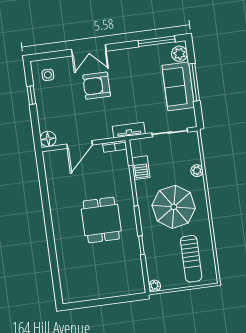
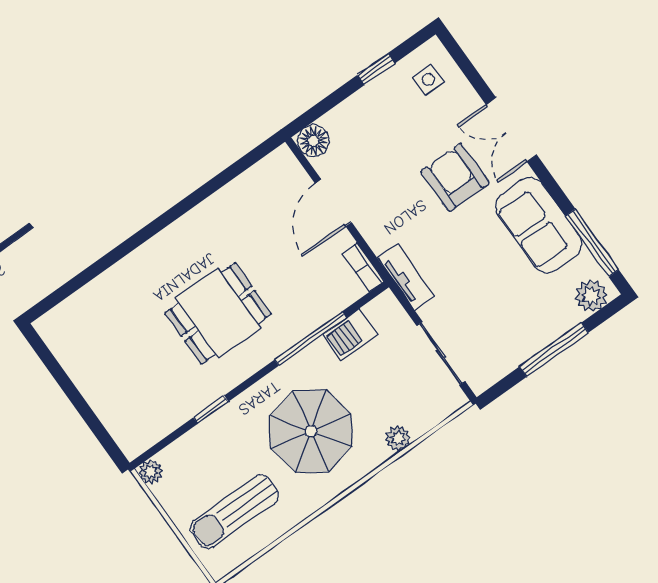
sofa: (178, 86) -> (539, 225), moved, turned -90
door: (80, 144) -> (333, 203), hinge flipped

